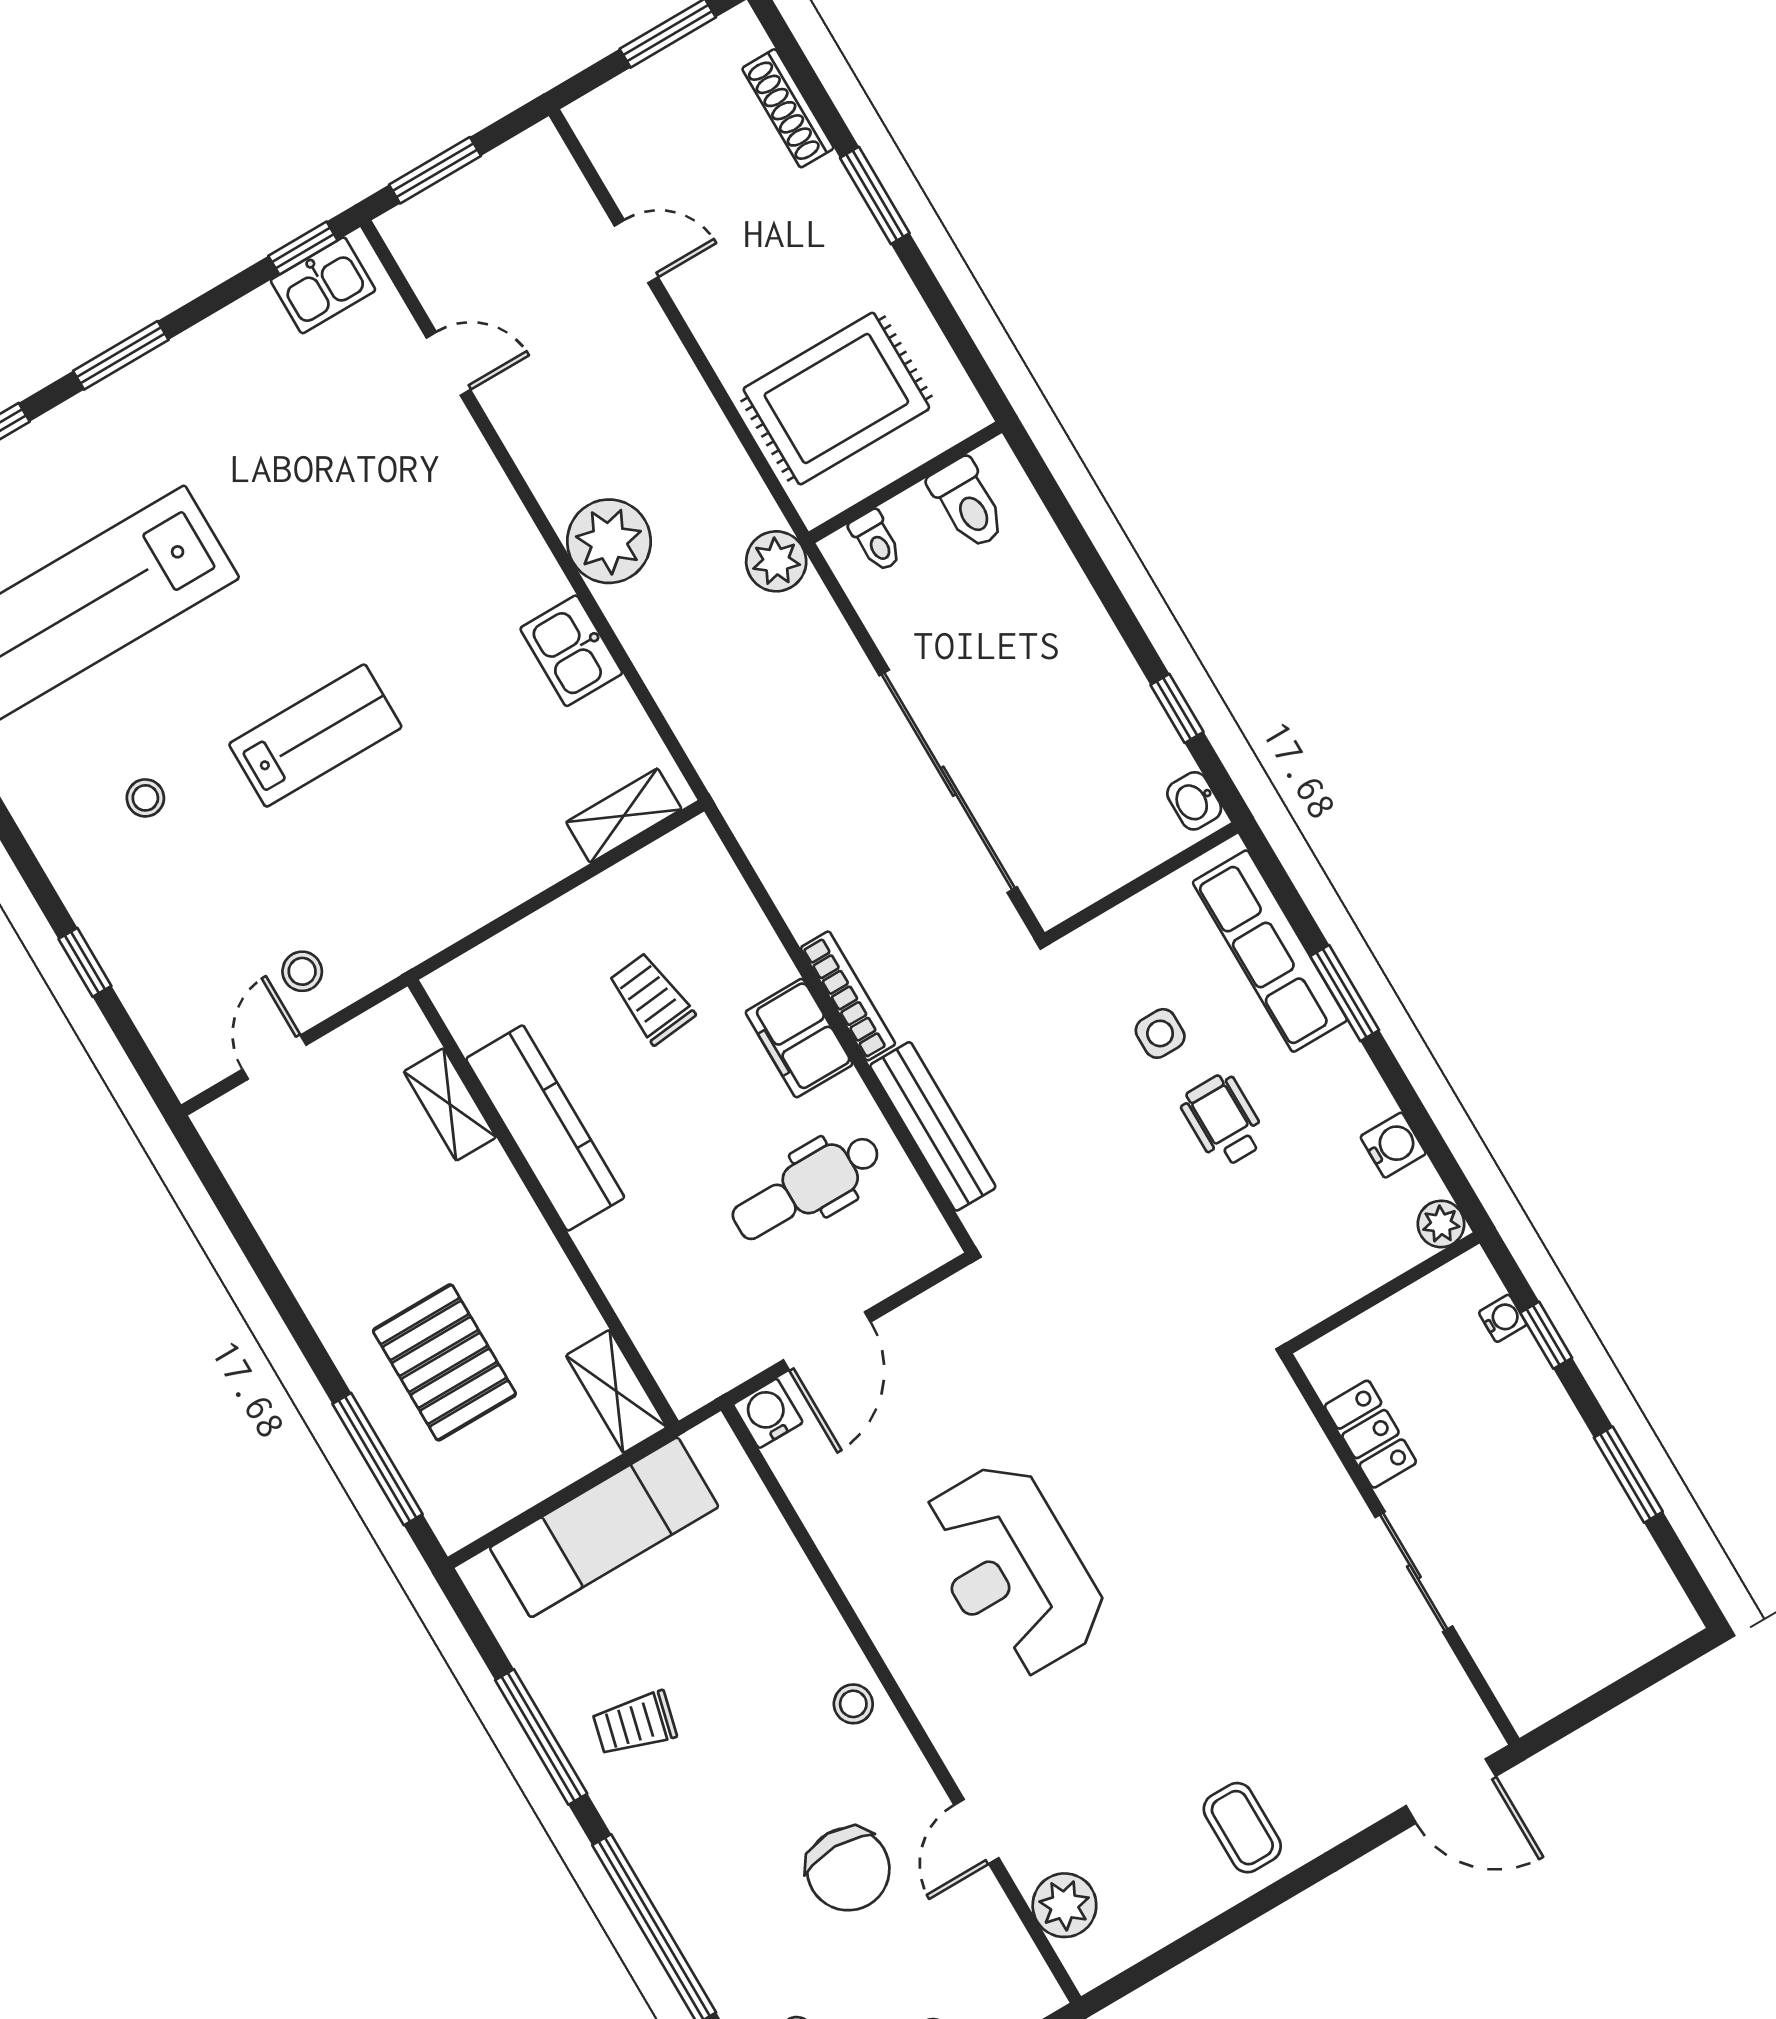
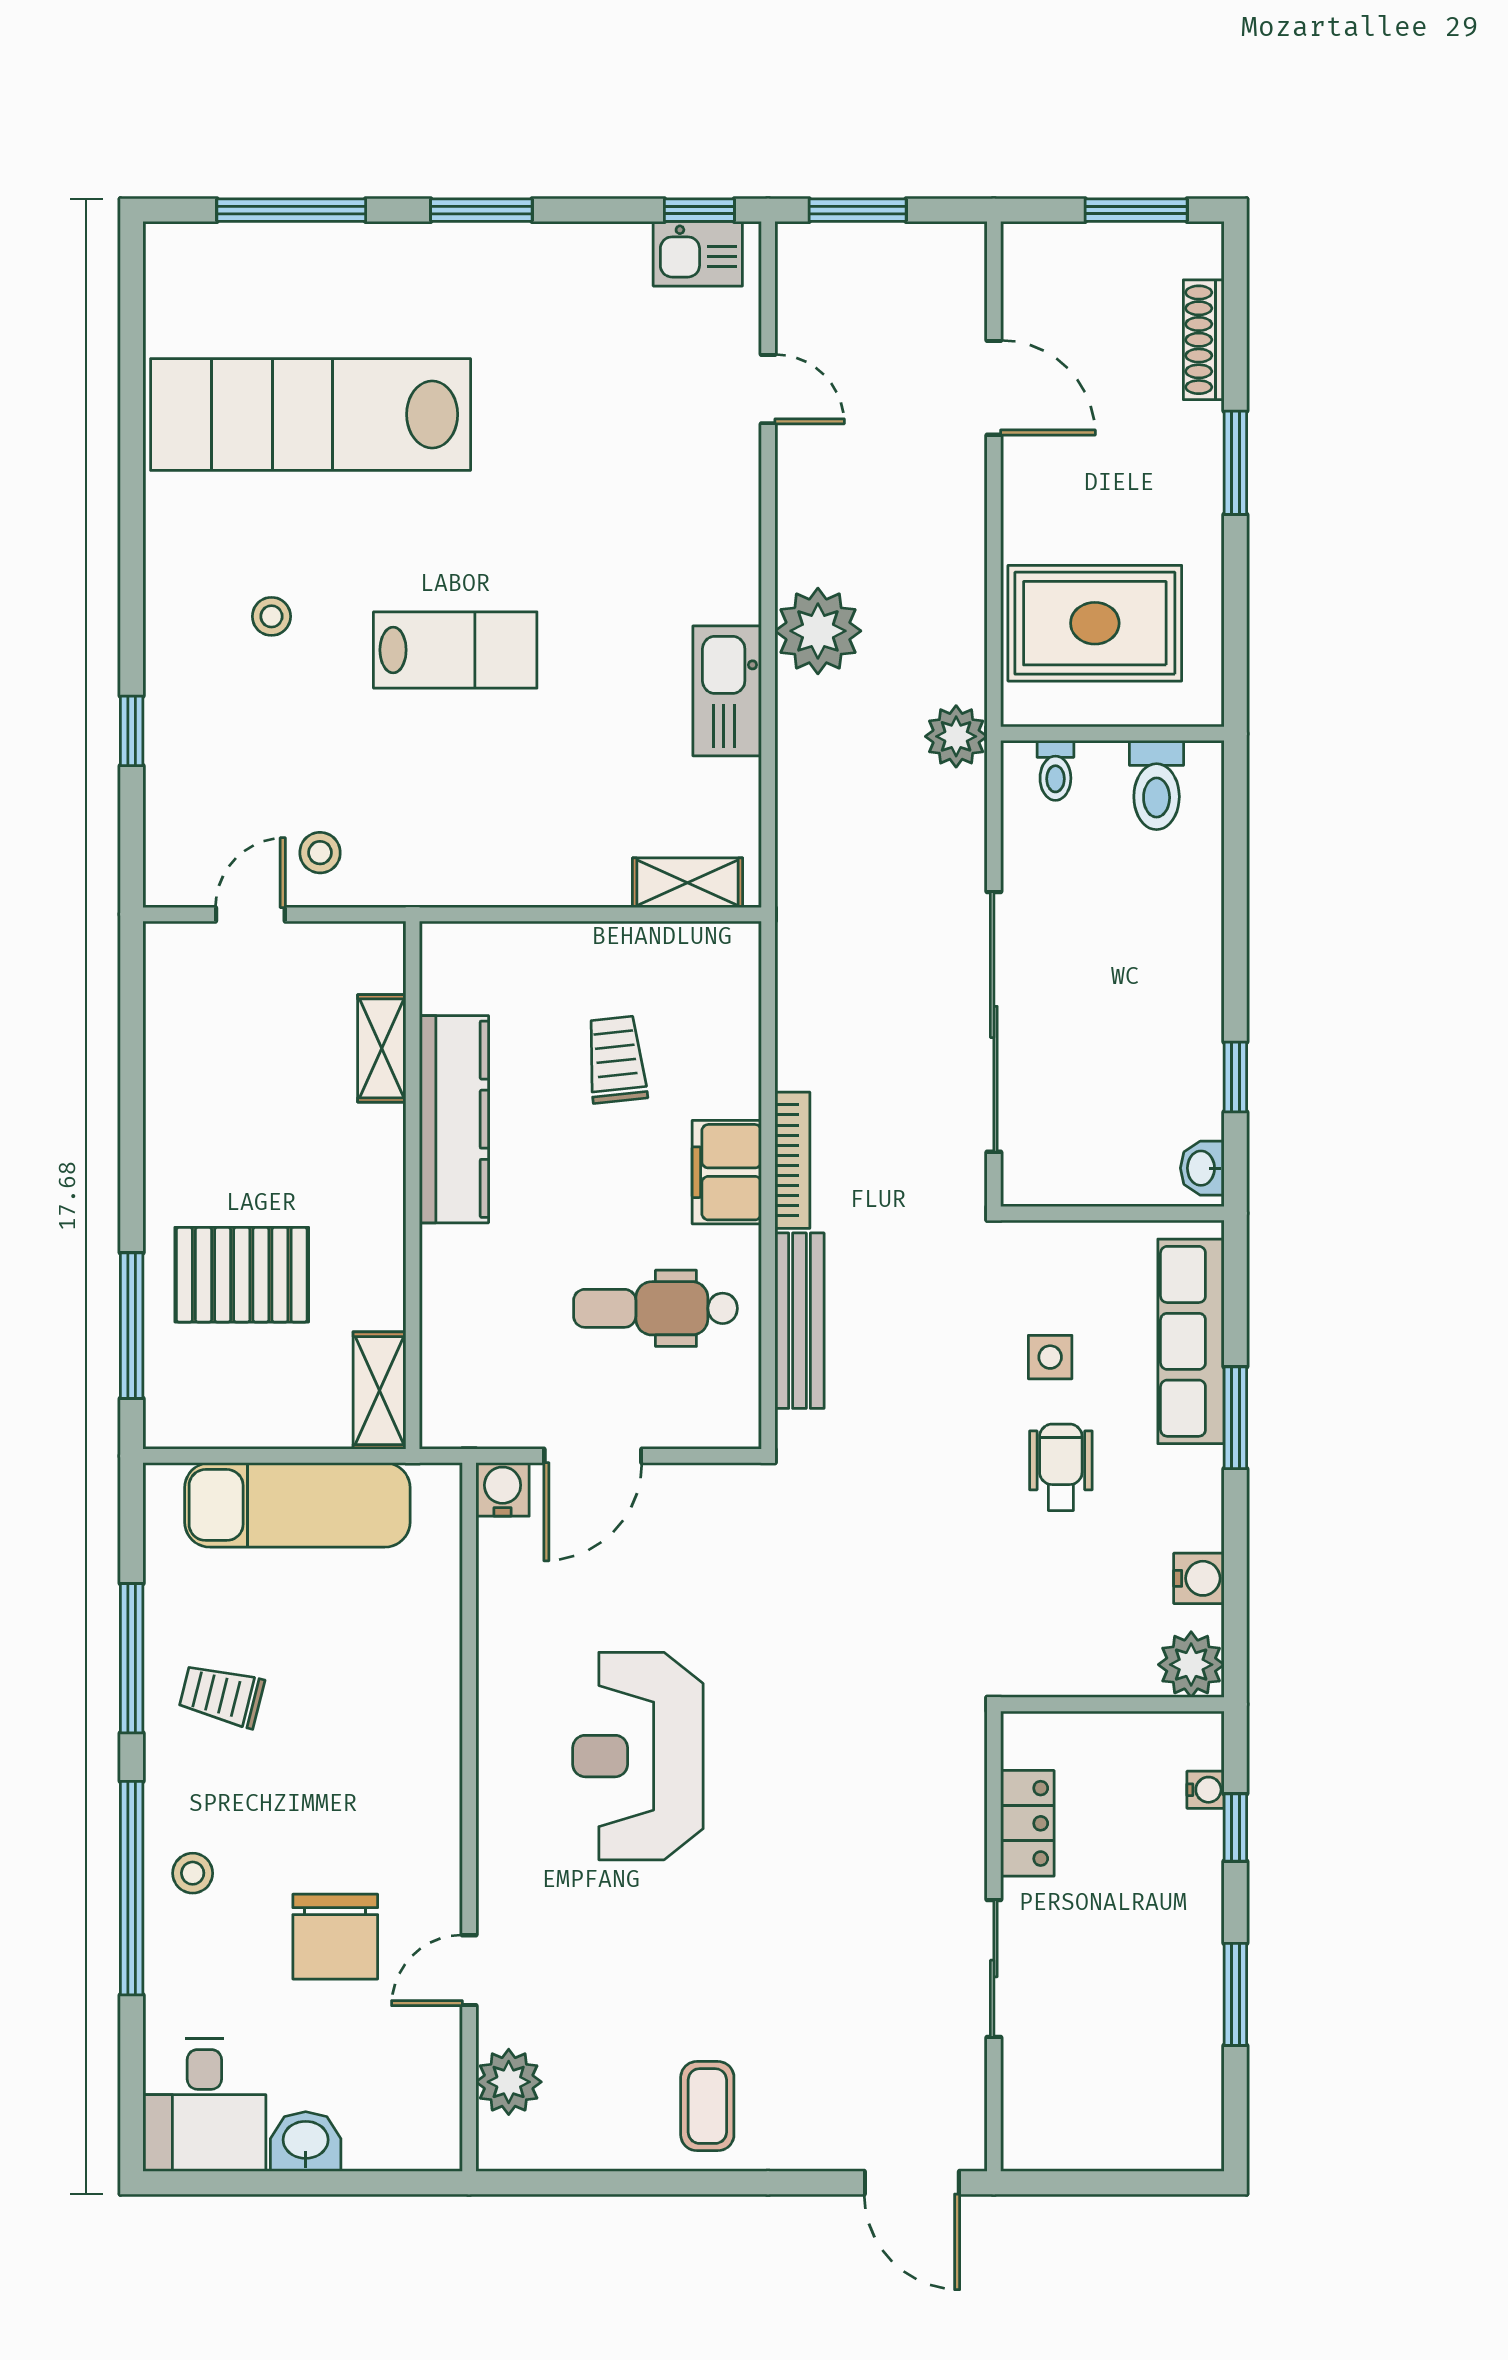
door: (636, 252) -> (994, 388), width x1.37
kitchen sink: (571, 651) -> (727, 691), width x1.38
plant: (1441, 1224) -> (1191, 1665), width x1.38, depth x1.38
pallet: (444, 1362) -> (242, 1275), turned 90
stool: (853, 1704) -> (193, 1873), moved

